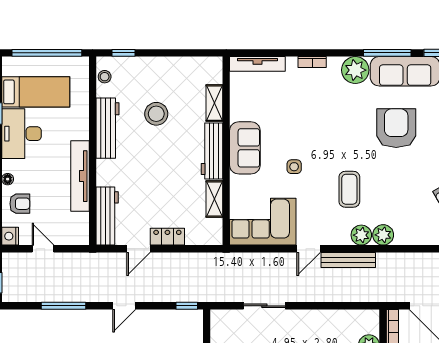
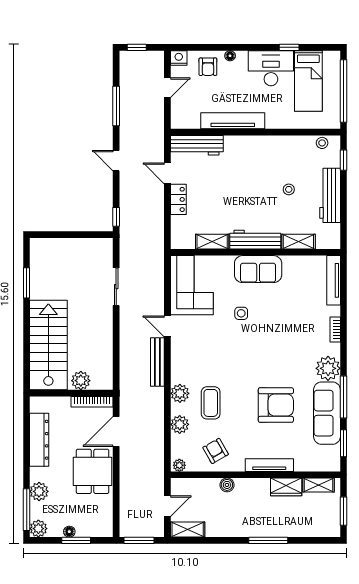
stool: (156, 114) -> (289, 189), width x0.53, depth x0.53
workbench: (108, 128) -> (330, 195), moved, turned 90
coffee table: (349, 189) -> (211, 403), moved, turned 90
plant: (361, 235) -> (180, 424), moved

